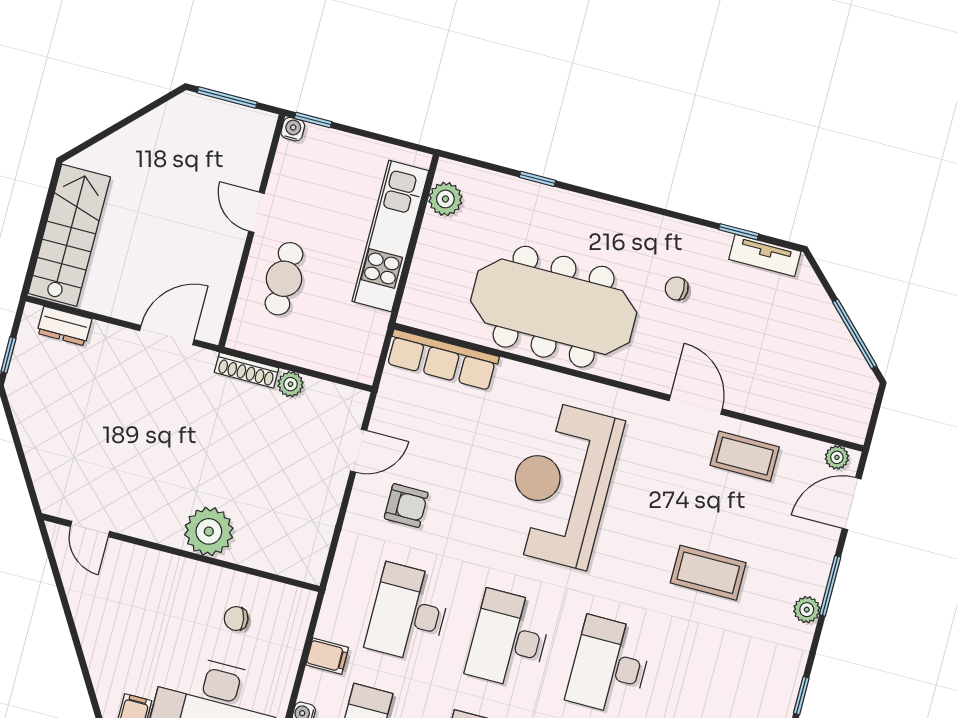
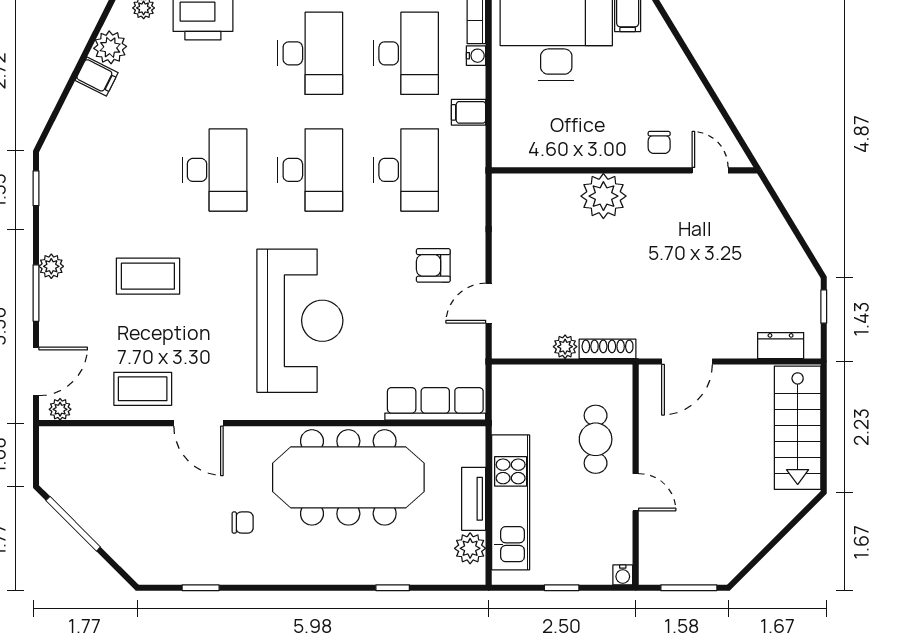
window: (313, 120) -> (562, 588), moved
tv unit: (765, 255) -> (474, 499), moved, turned -90
chair: (236, 619) -> (659, 142), moved, turned 101

